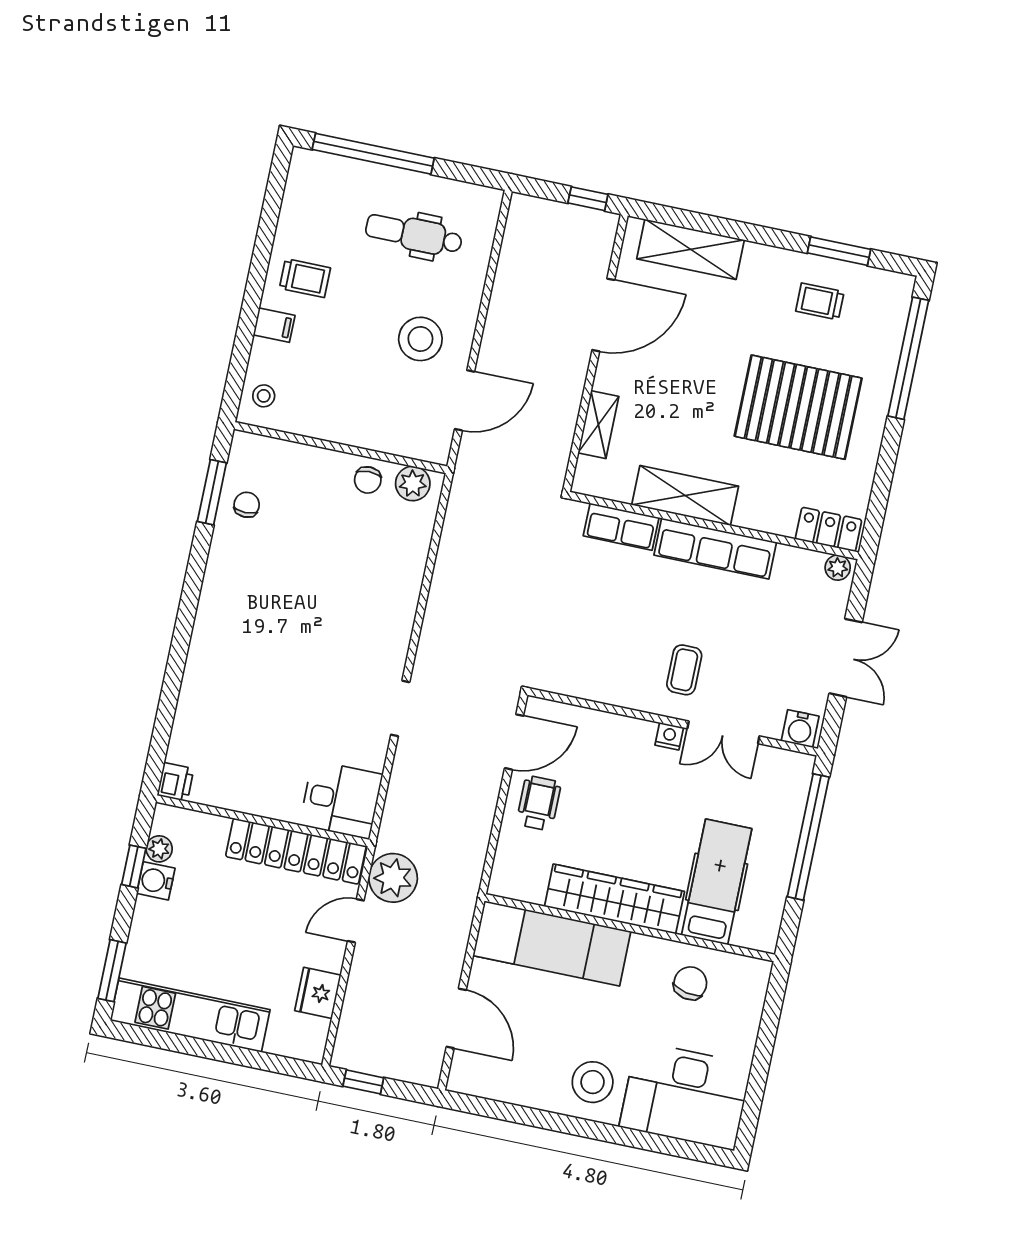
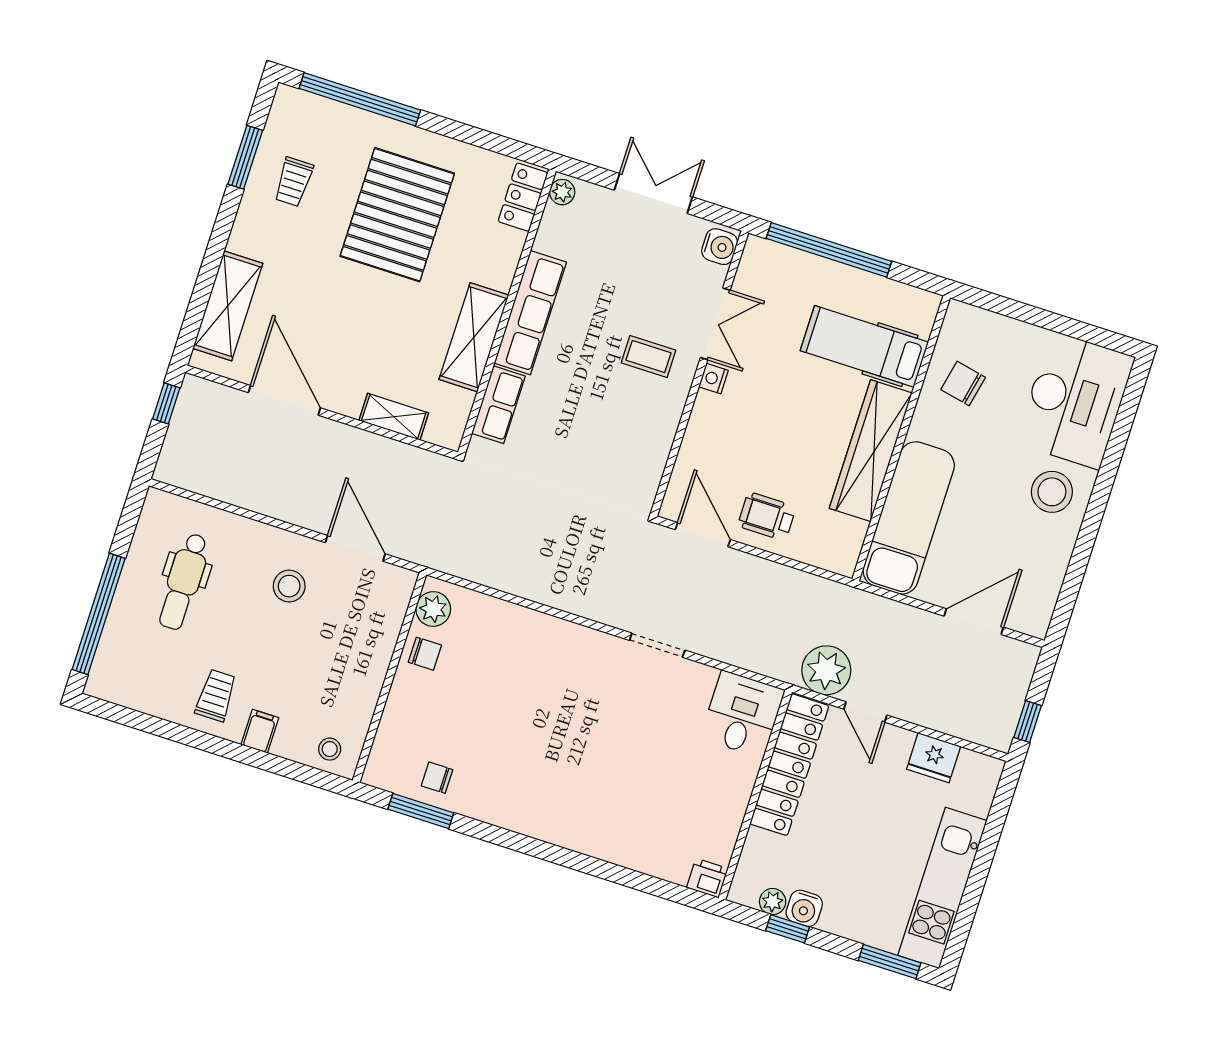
stool: (420, 339) -> (289, 586), width x0.73, depth x0.73

